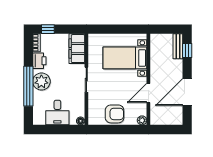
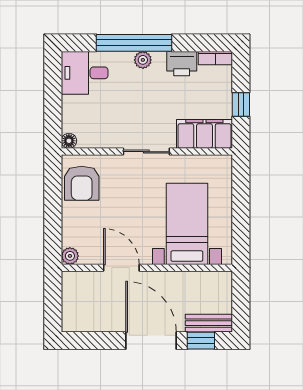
window: (48, 29) -> (241, 105), moved
plant: (41, 82) -> (143, 60), width x0.53, depth x0.53
door: (187, 92) -> (151, 341), moved
desk: (57, 113) -> (85, 73), moved
armchair: (115, 114) -> (82, 183), moved

